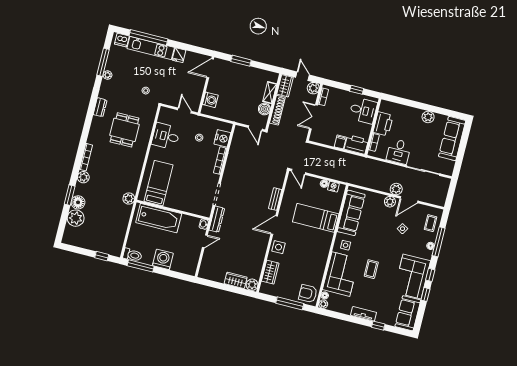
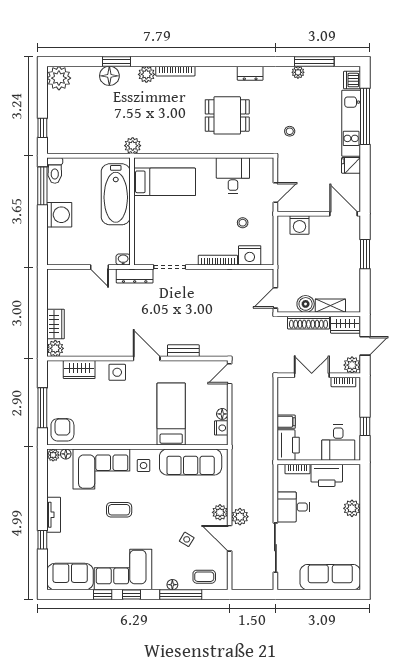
plant: (428, 117) -> (352, 508), moved
plant: (76, 218) -> (59, 78), moved

